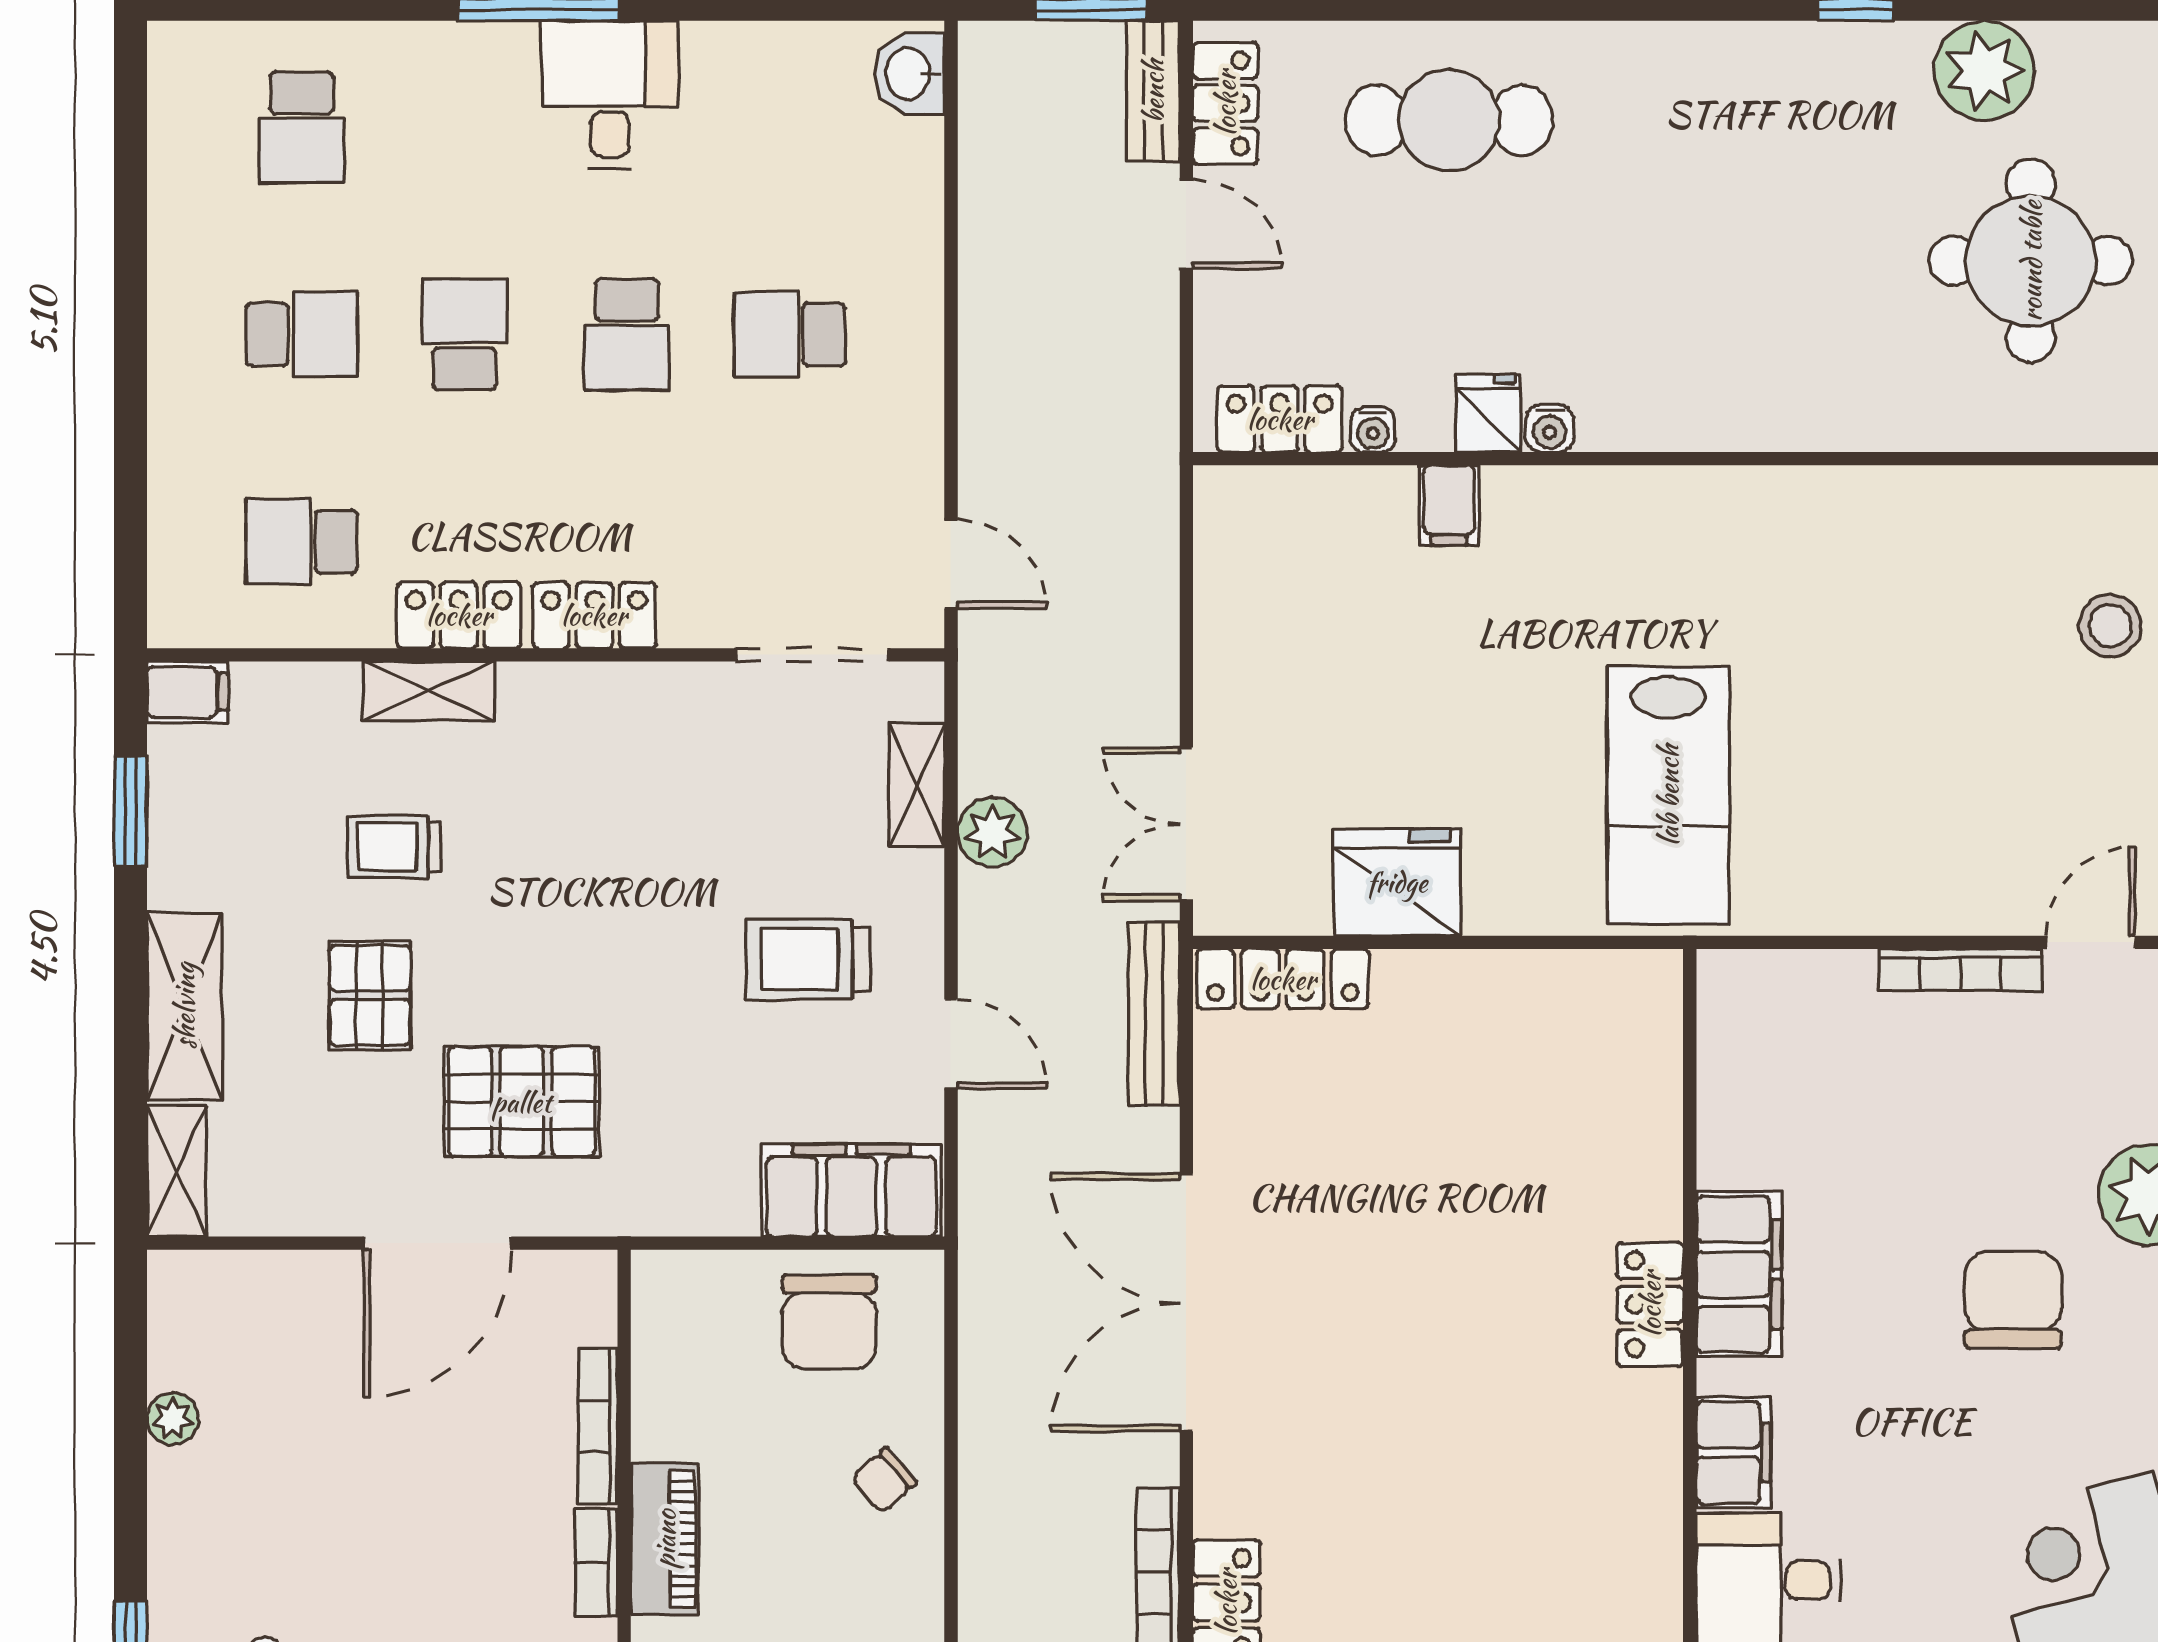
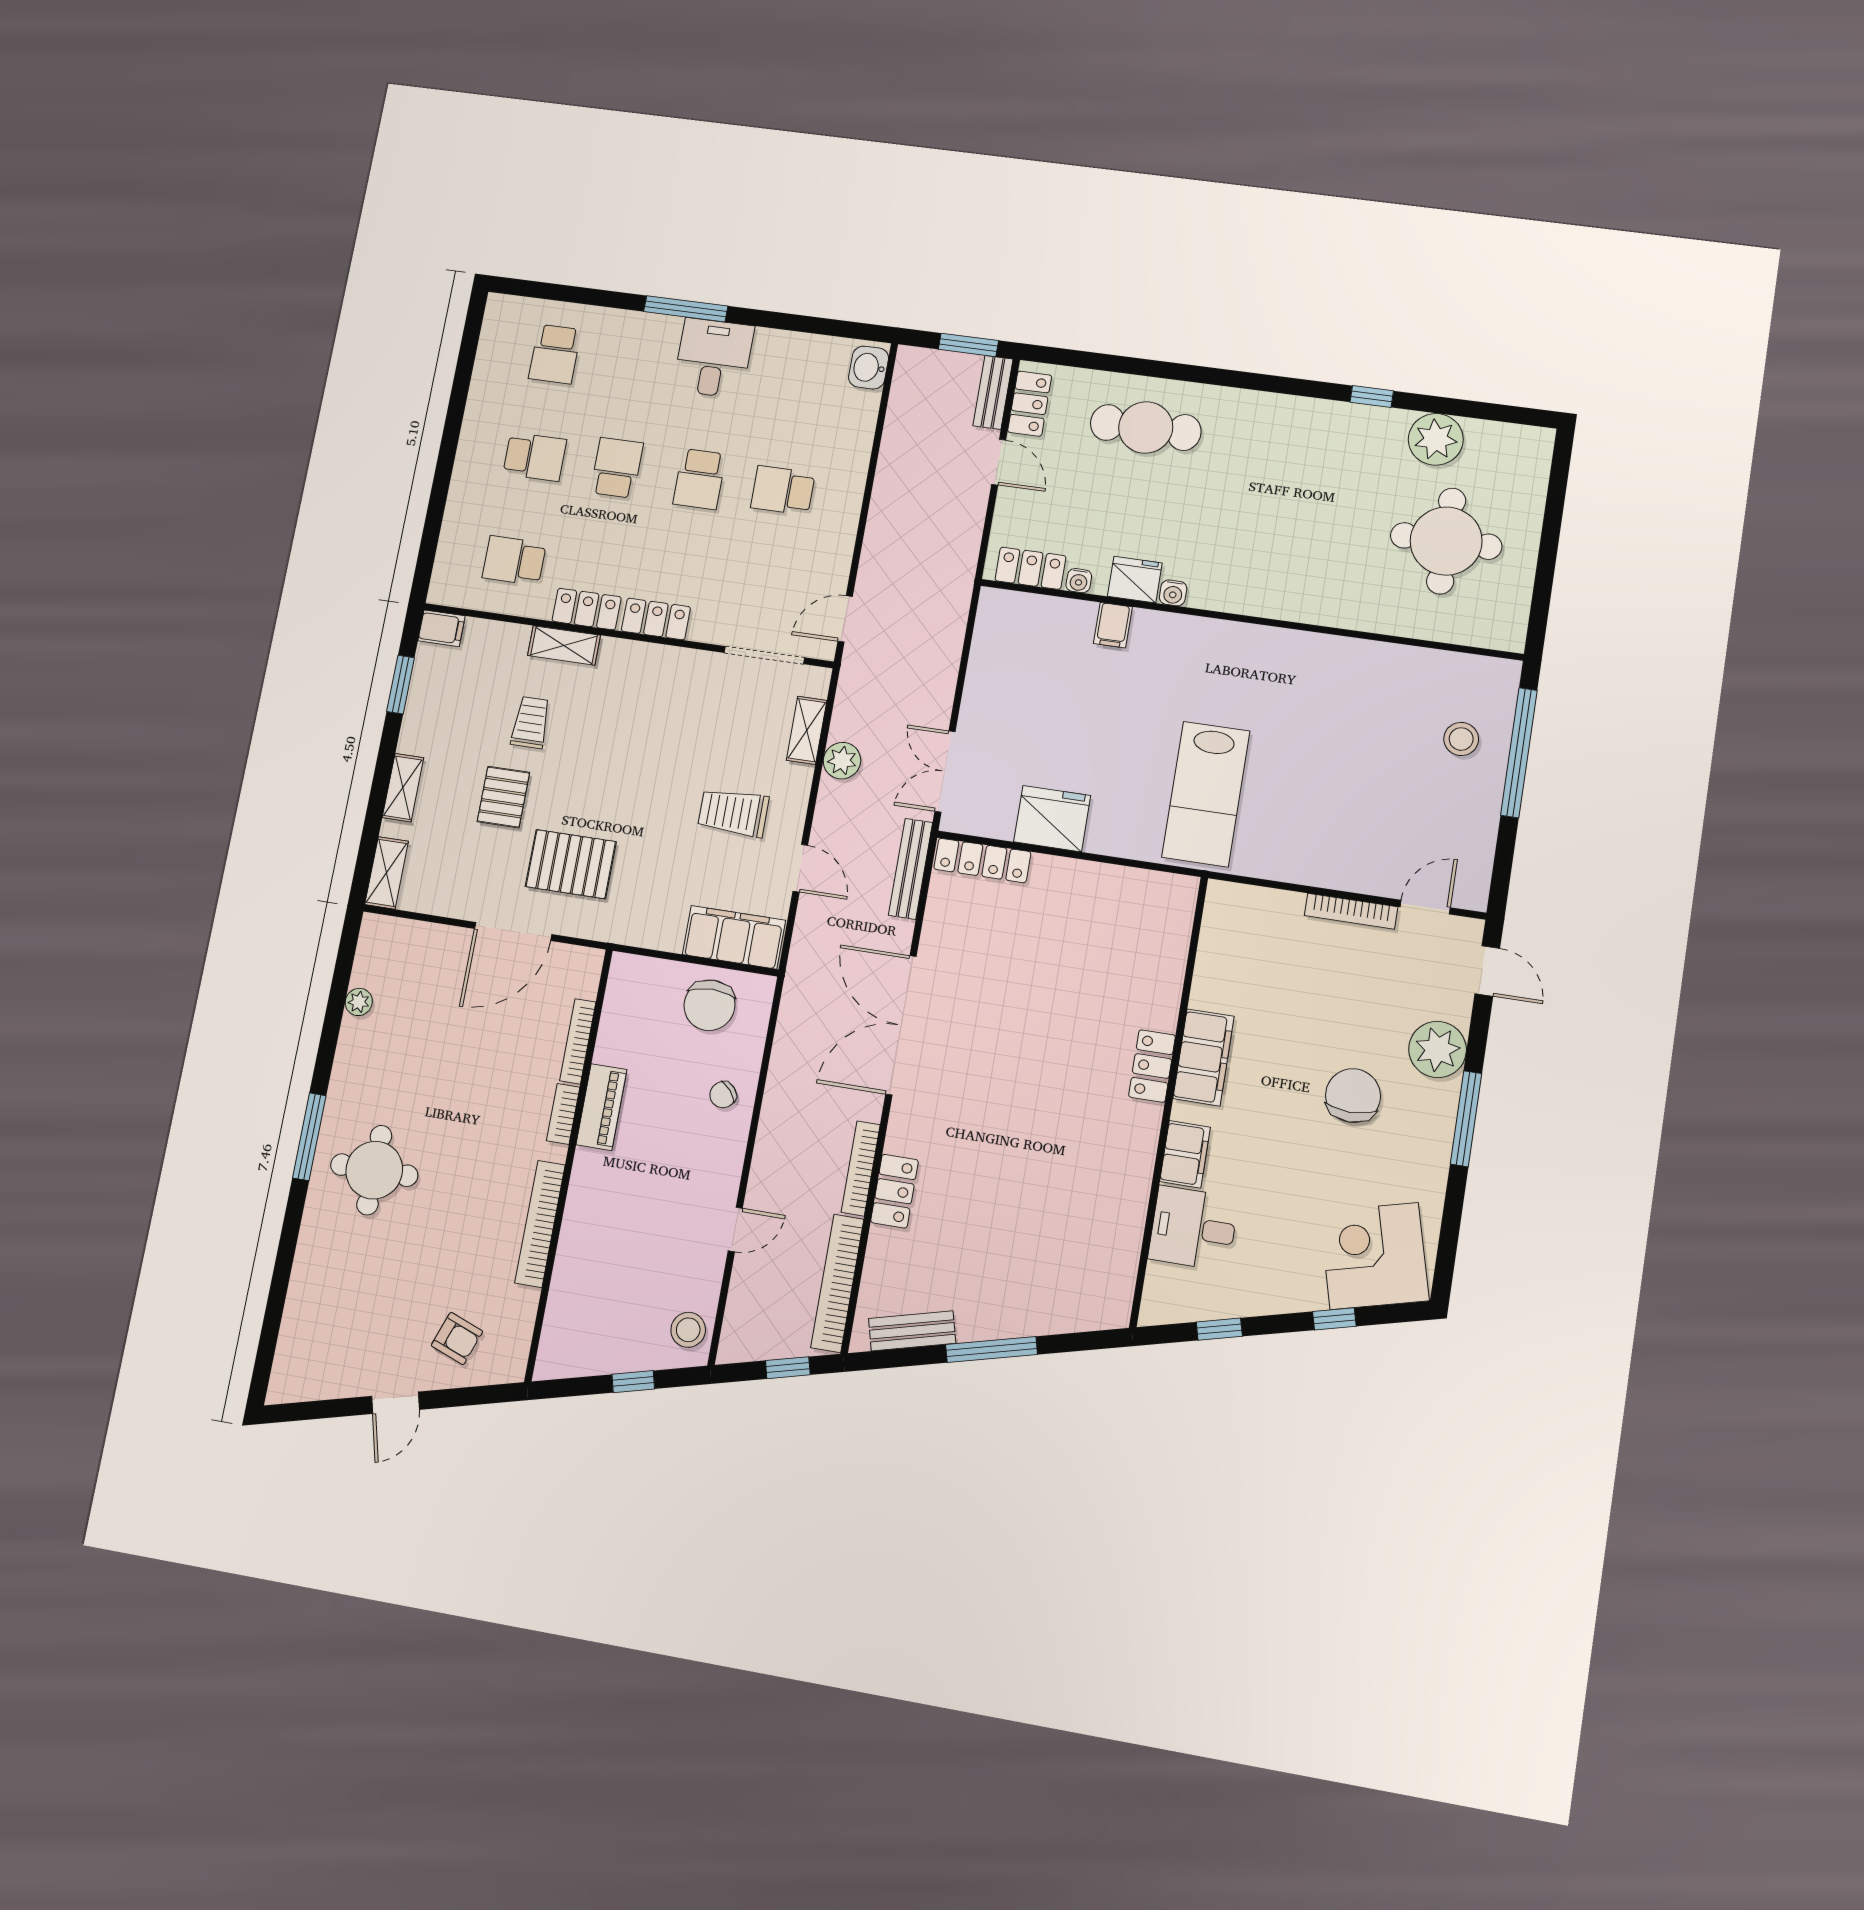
fridge: (1488, 413) -> (1135, 580), width x1.38
door: (951, 564) -> (845, 619), swing flipped
trolley: (394, 847) -> (531, 723), turned 90
shelving: (184, 1006) -> (403, 788), width x0.67, depth x0.75

